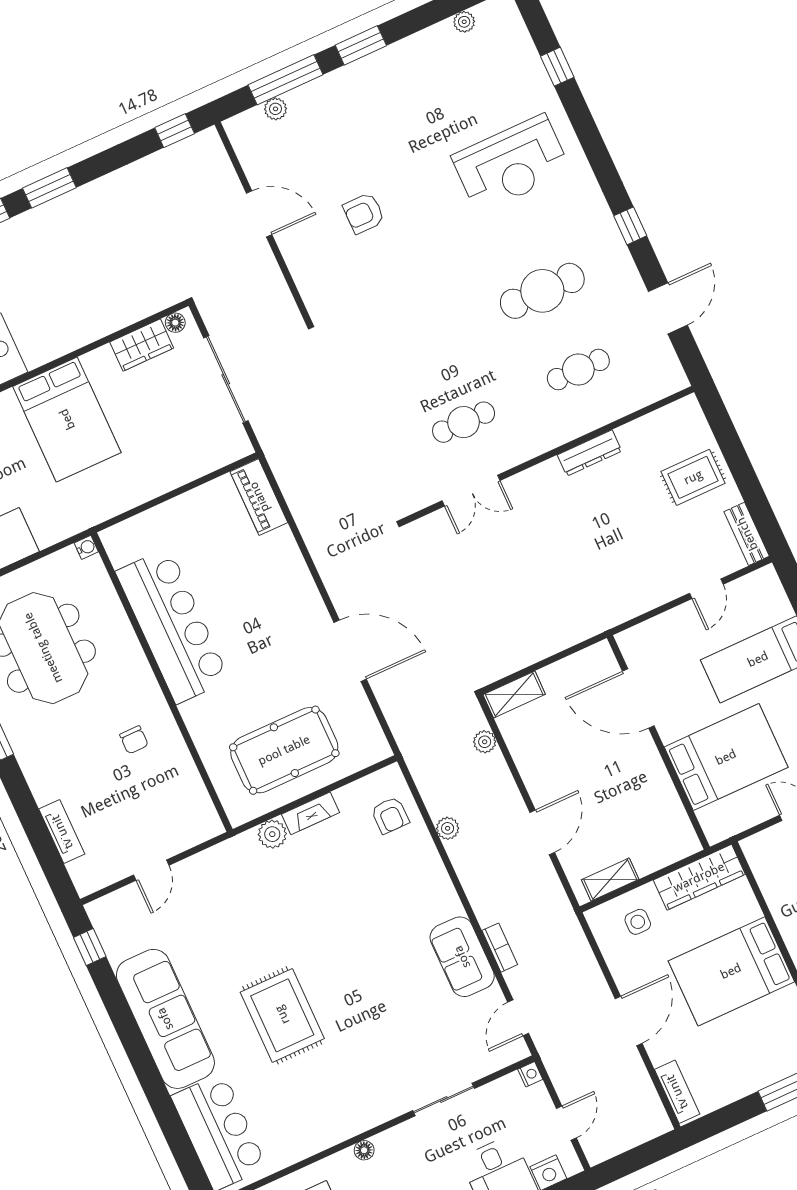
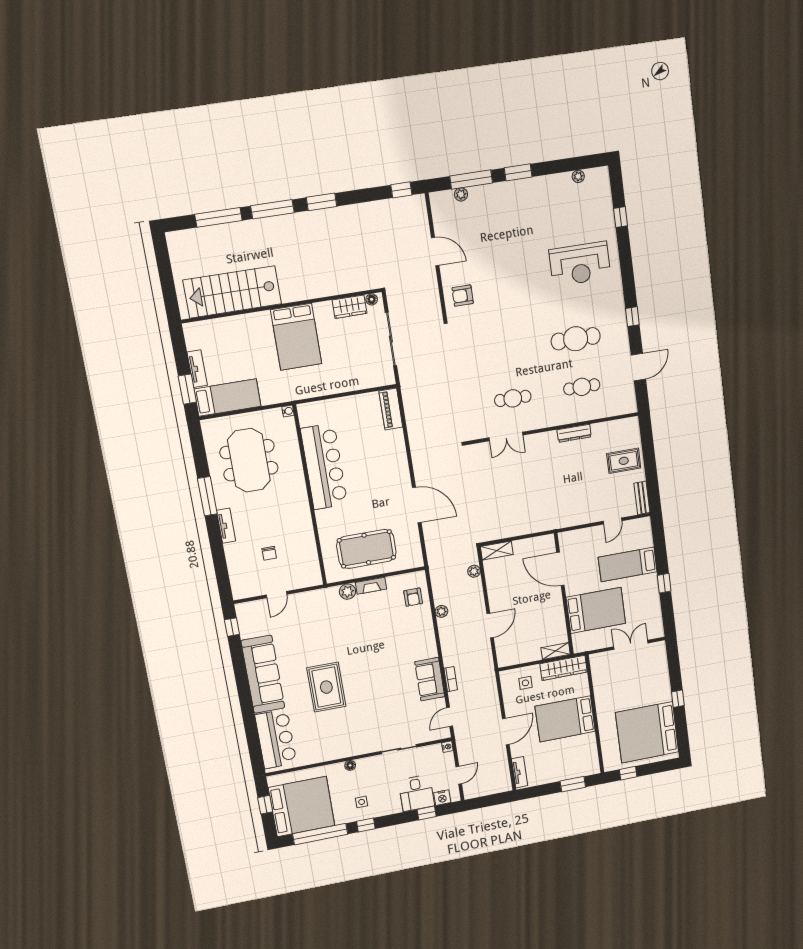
armchair: (364, 213) -> (463, 296), moved
chair: (134, 740) -> (269, 553), moved
tv unit: (62, 832) -> (226, 526), moved
shelving: (610, 879) -> (556, 651), moved

